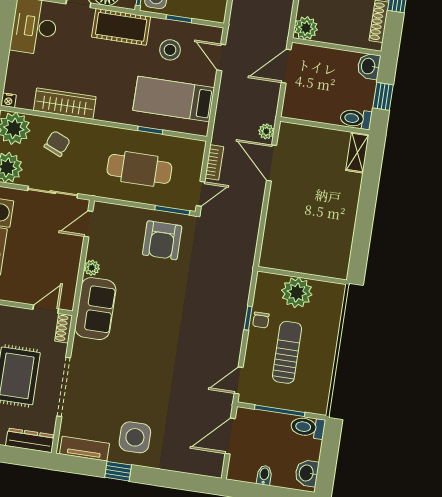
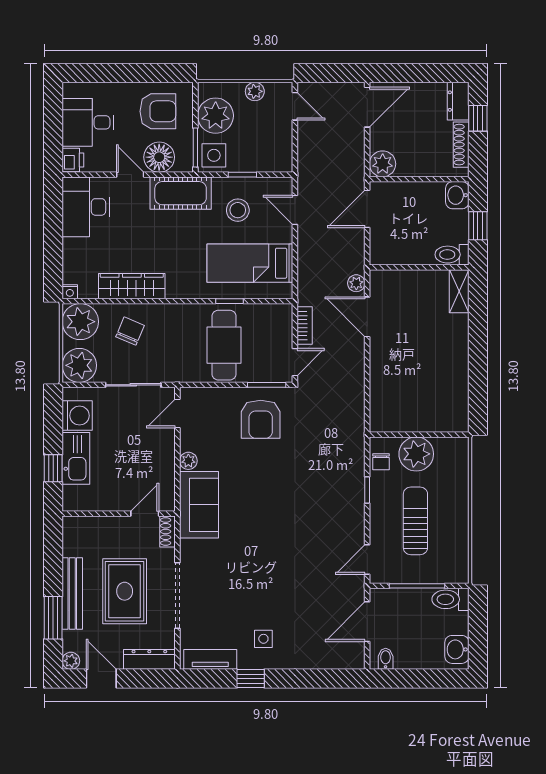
cafe table: (139, 169) -> (224, 345), turned 90
chair: (261, 320) -> (381, 462), moved
side table: (135, 437) -> (263, 639), width x0.54, depth x0.54
bidet: (264, 475) -> (386, 659), moved

